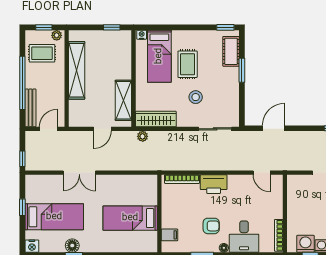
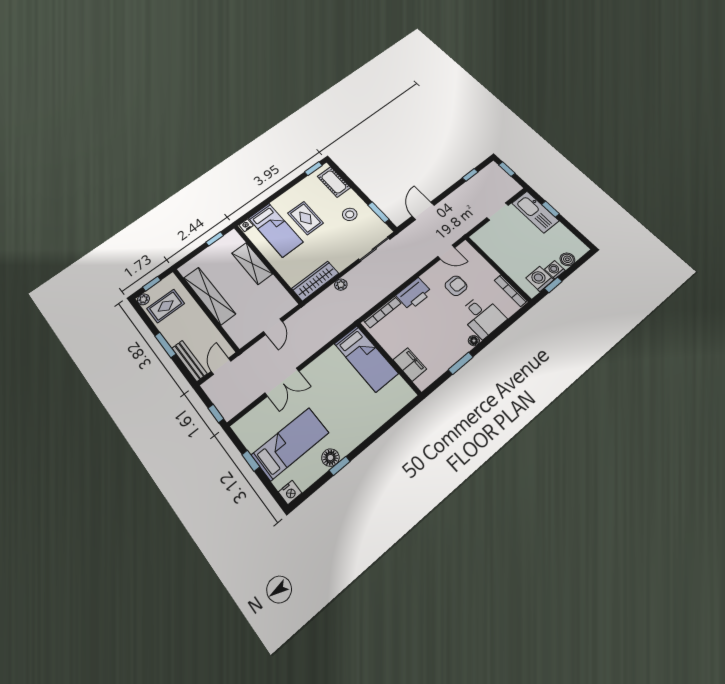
plant: (57, 35) -> (143, 299), moved
window: (242, 70) -> (378, 212), moved
window: (22, 83) -> (165, 345), width x0.47
stool: (196, 97) -> (350, 214), moved
shelving: (123, 100) -> (252, 263), moved
plant: (143, 136) -> (341, 285), moved
bed: (130, 218) -> (366, 359), moved, turned -90
armchair: (211, 226) -> (456, 286), moved
filing cabinet: (170, 235) -> (410, 364), width x2.00

